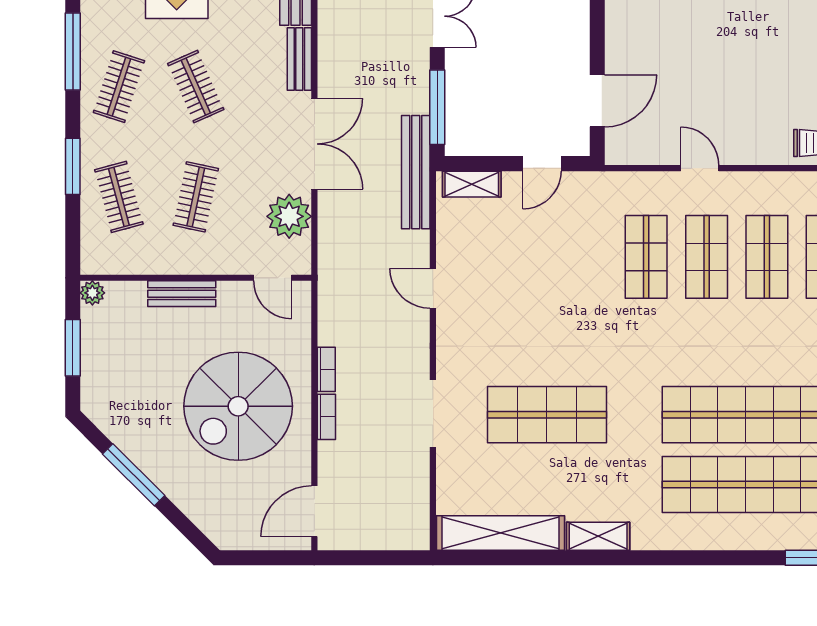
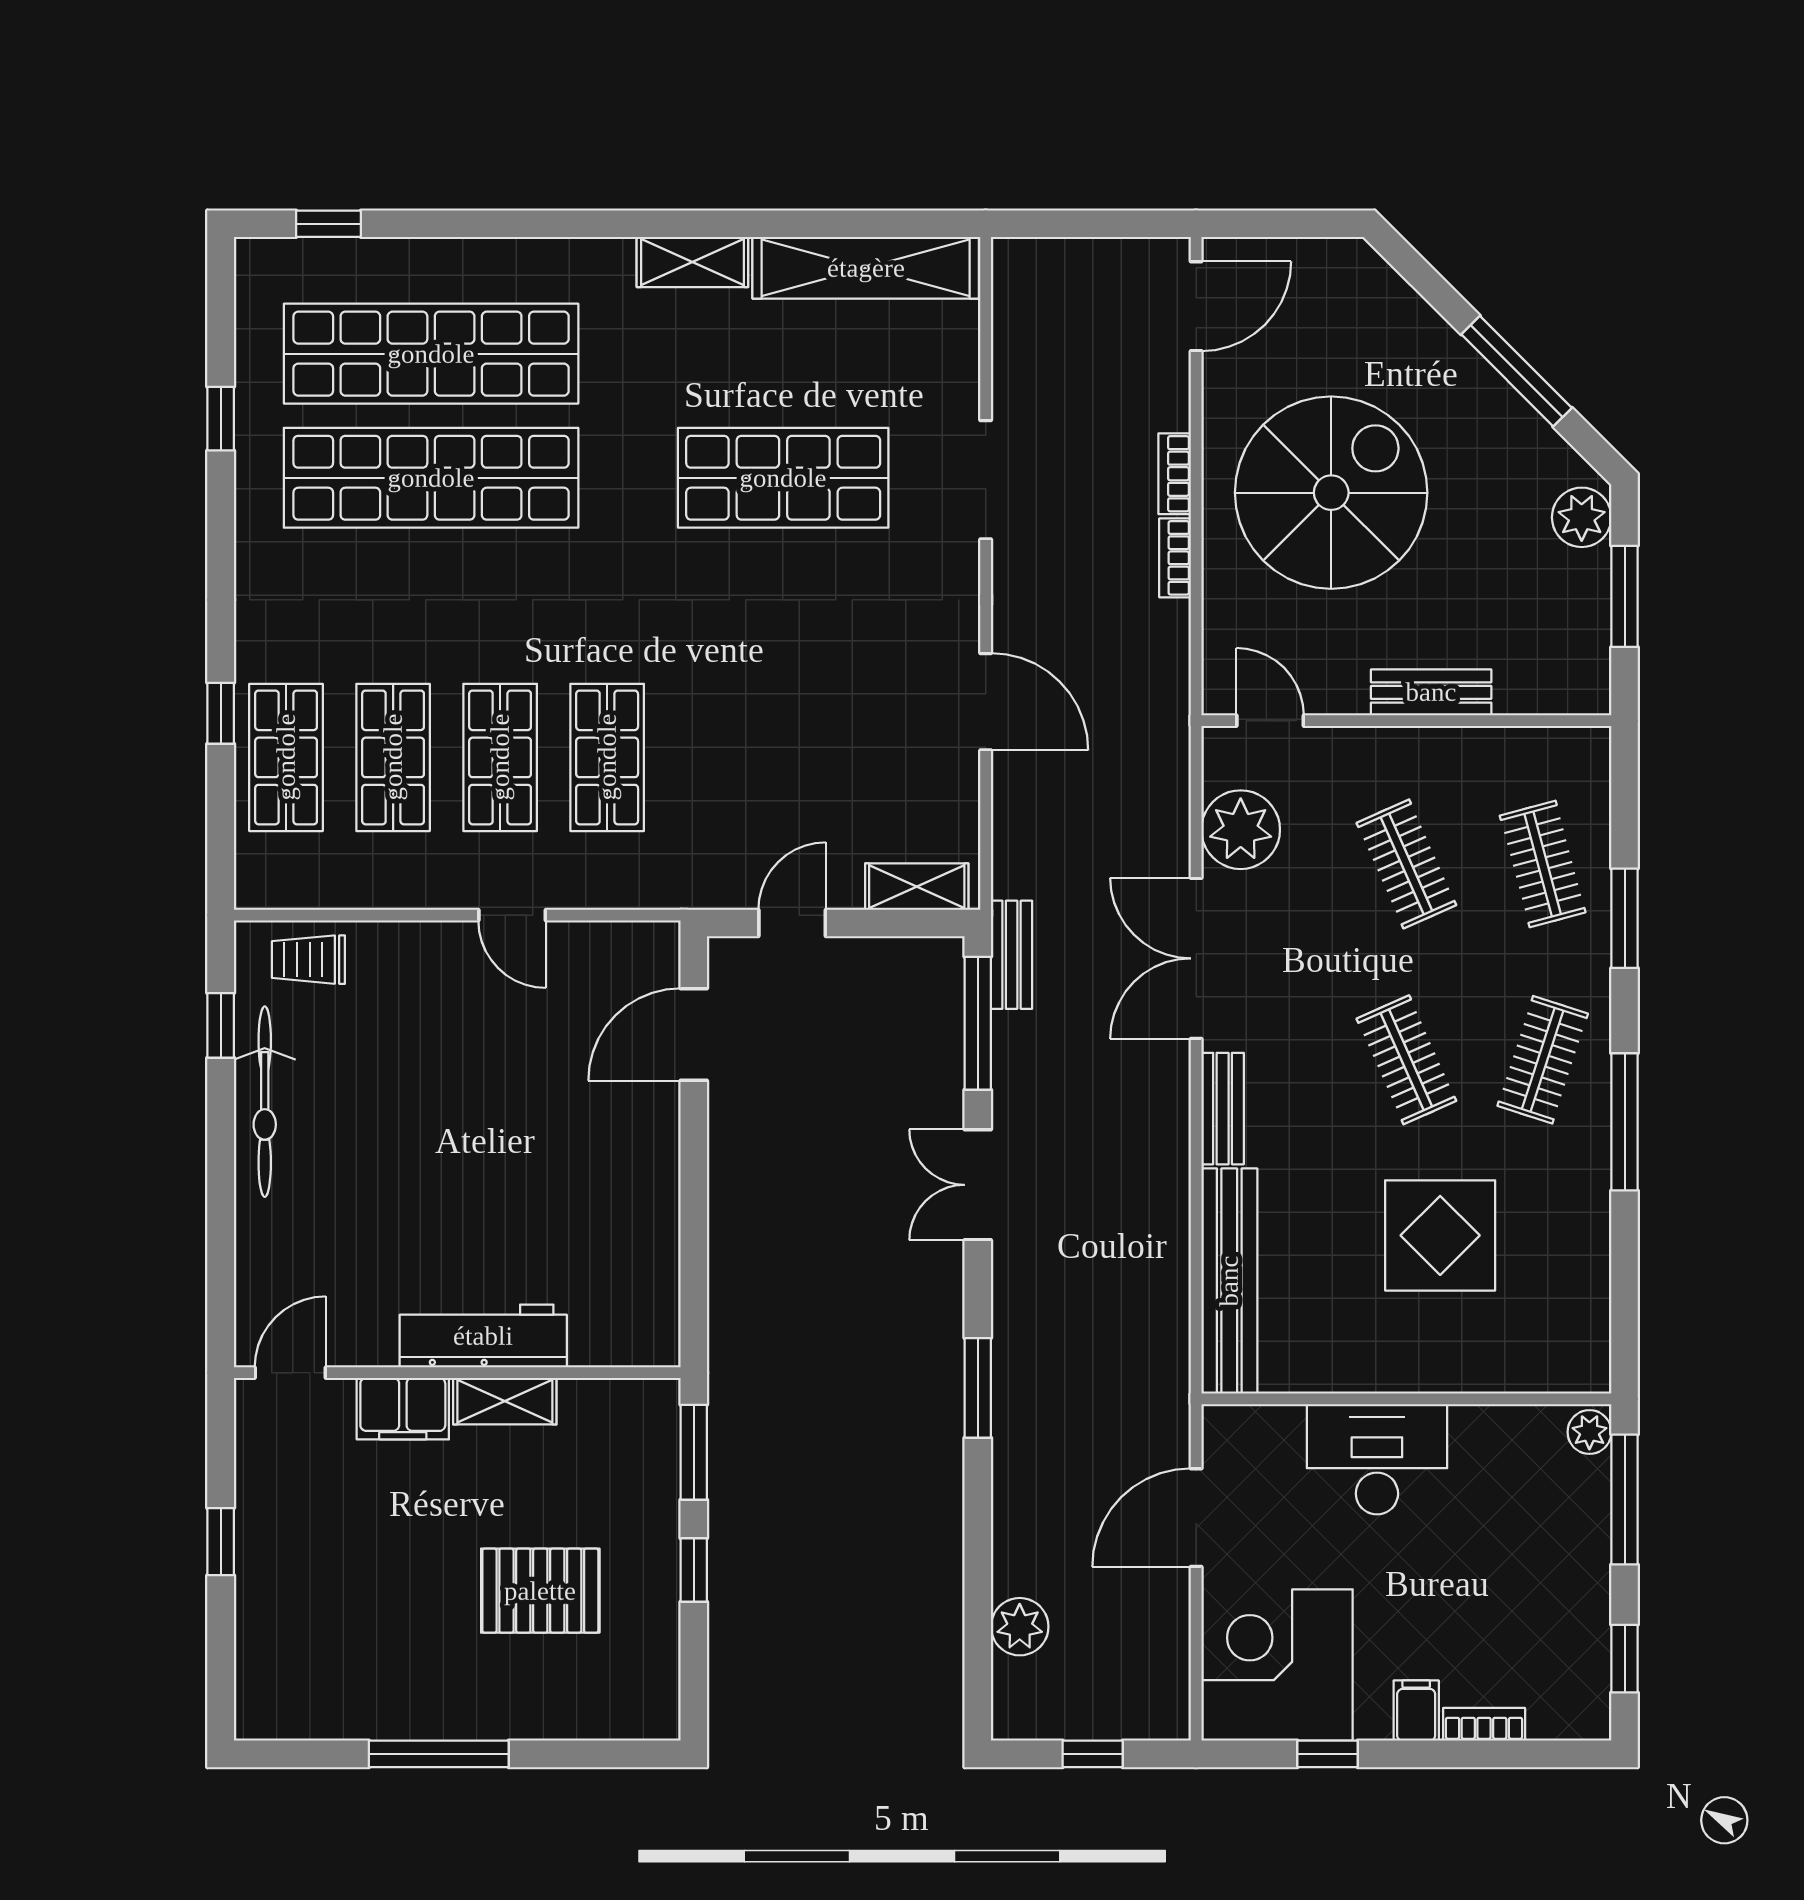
bench: (416, 172) -> (1012, 955), width x0.54, depth x0.82
clothes rail: (196, 197) -> (1406, 864), turned -36
door: (433, 288) -> (986, 702), width x1.38
plant: (92, 293) -> (1582, 517), moved, width x1.38, depth x1.38

